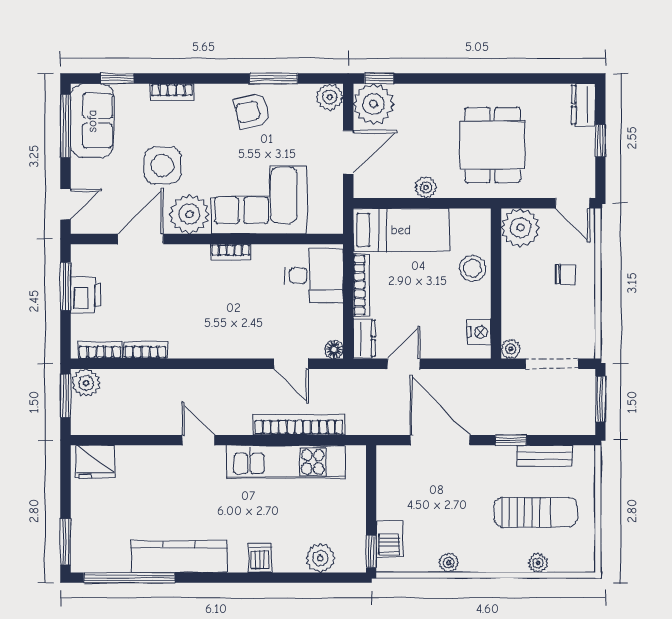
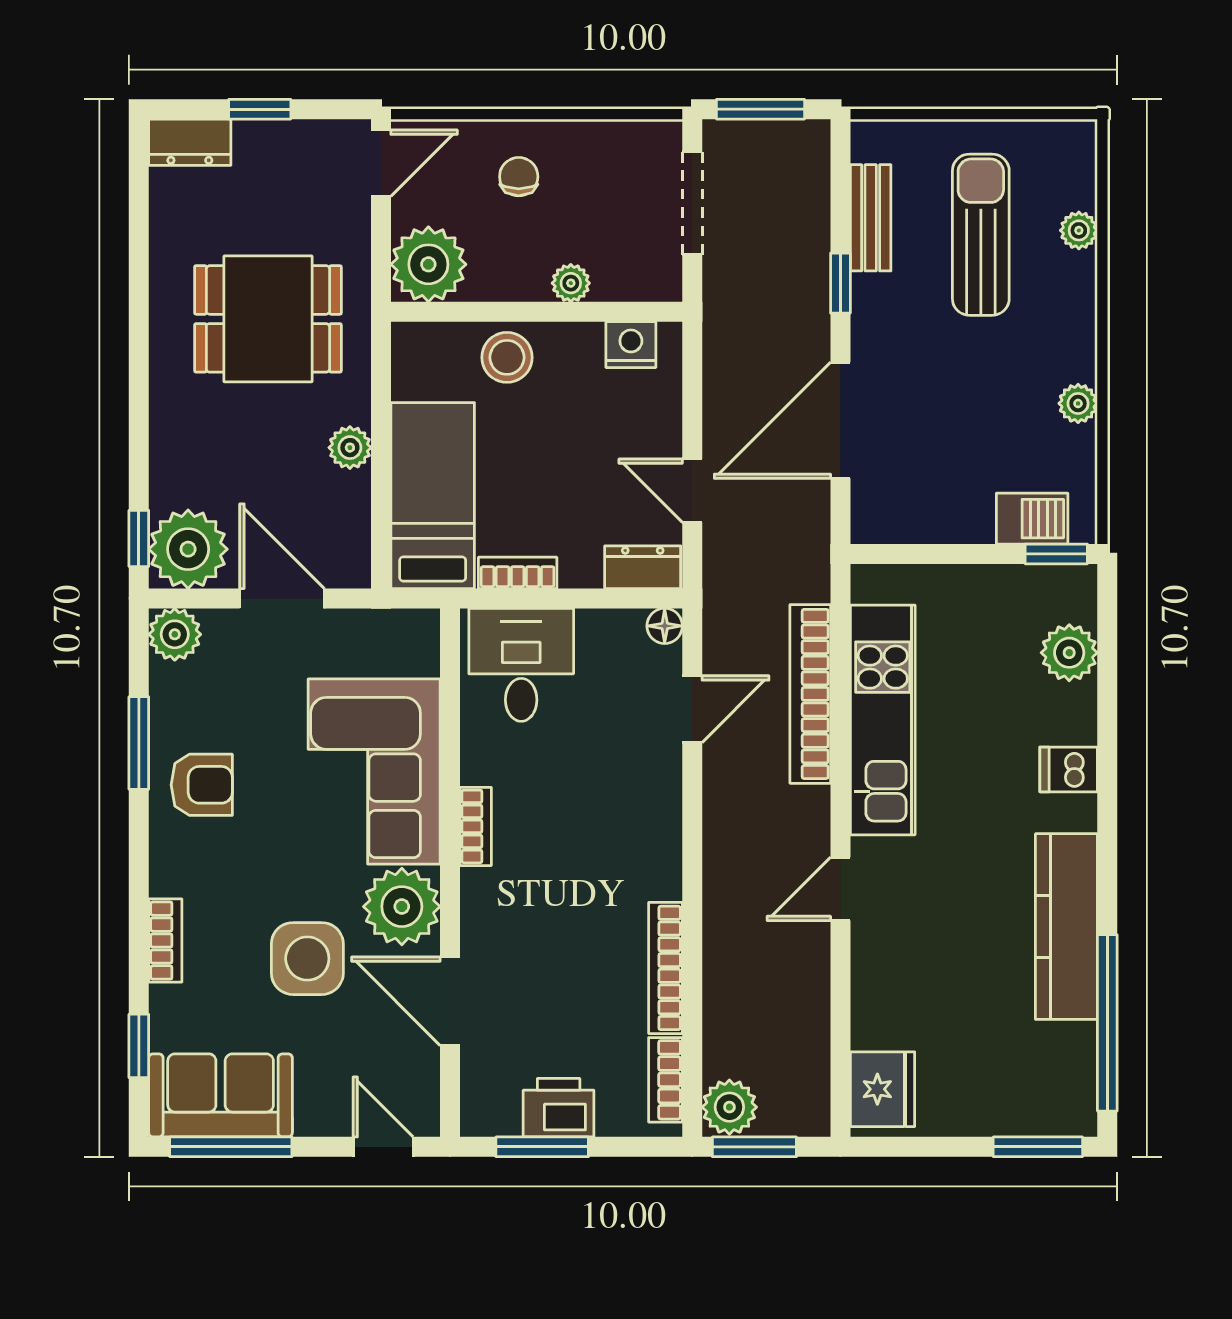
armchair: (252, 111) -> (202, 785), turned -76
bookcase: (361, 285) -> (518, 573), width x0.64
plant: (511, 349) -> (571, 283), moved
bookcase: (146, 350) -> (666, 968), width x1.56

